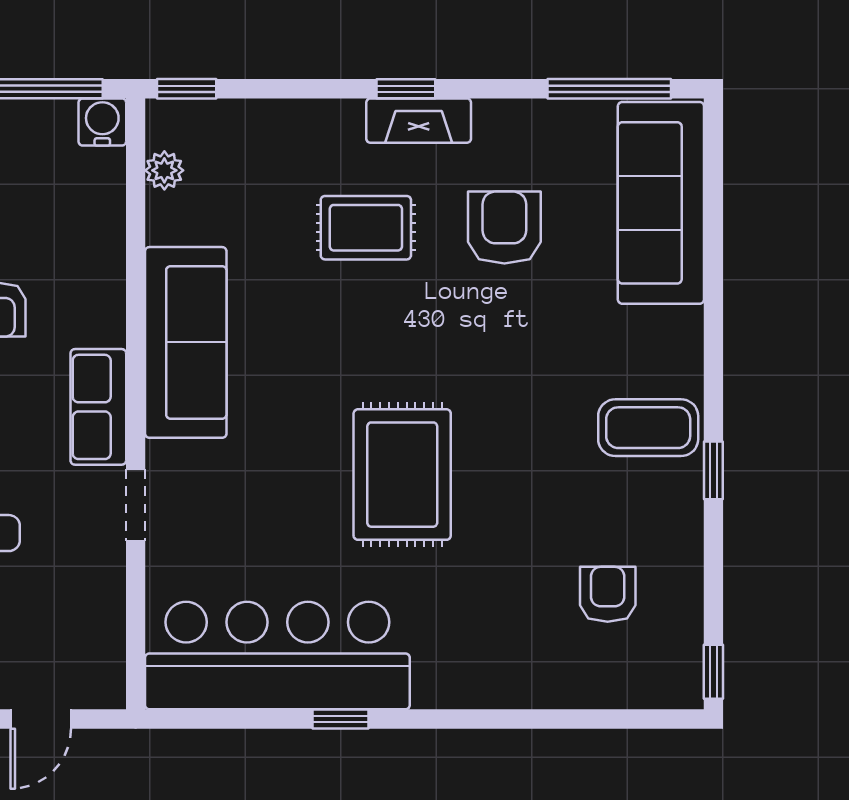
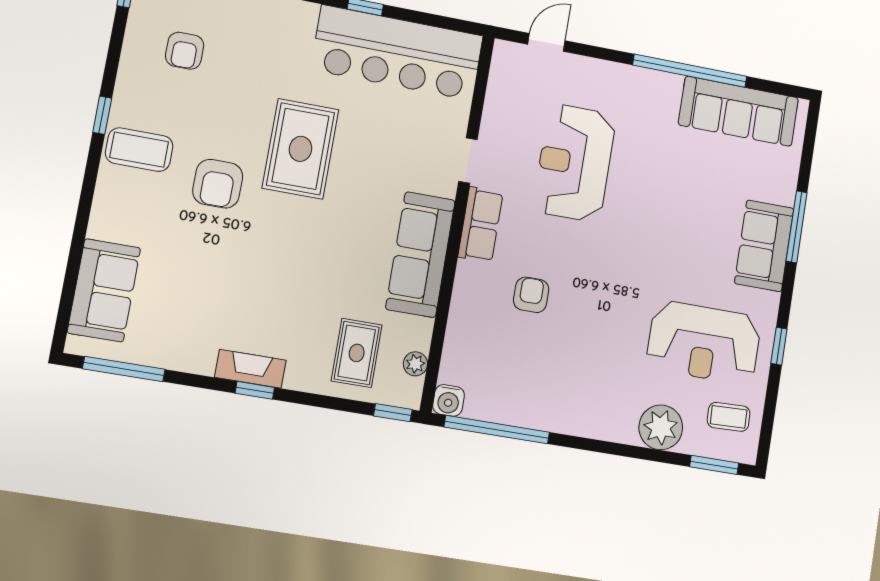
sofa: (661, 203) -> (104, 290), width x0.73
rug: (366, 228) -> (357, 353), moved, turned 90
armchair: (504, 228) -> (218, 184), moved

